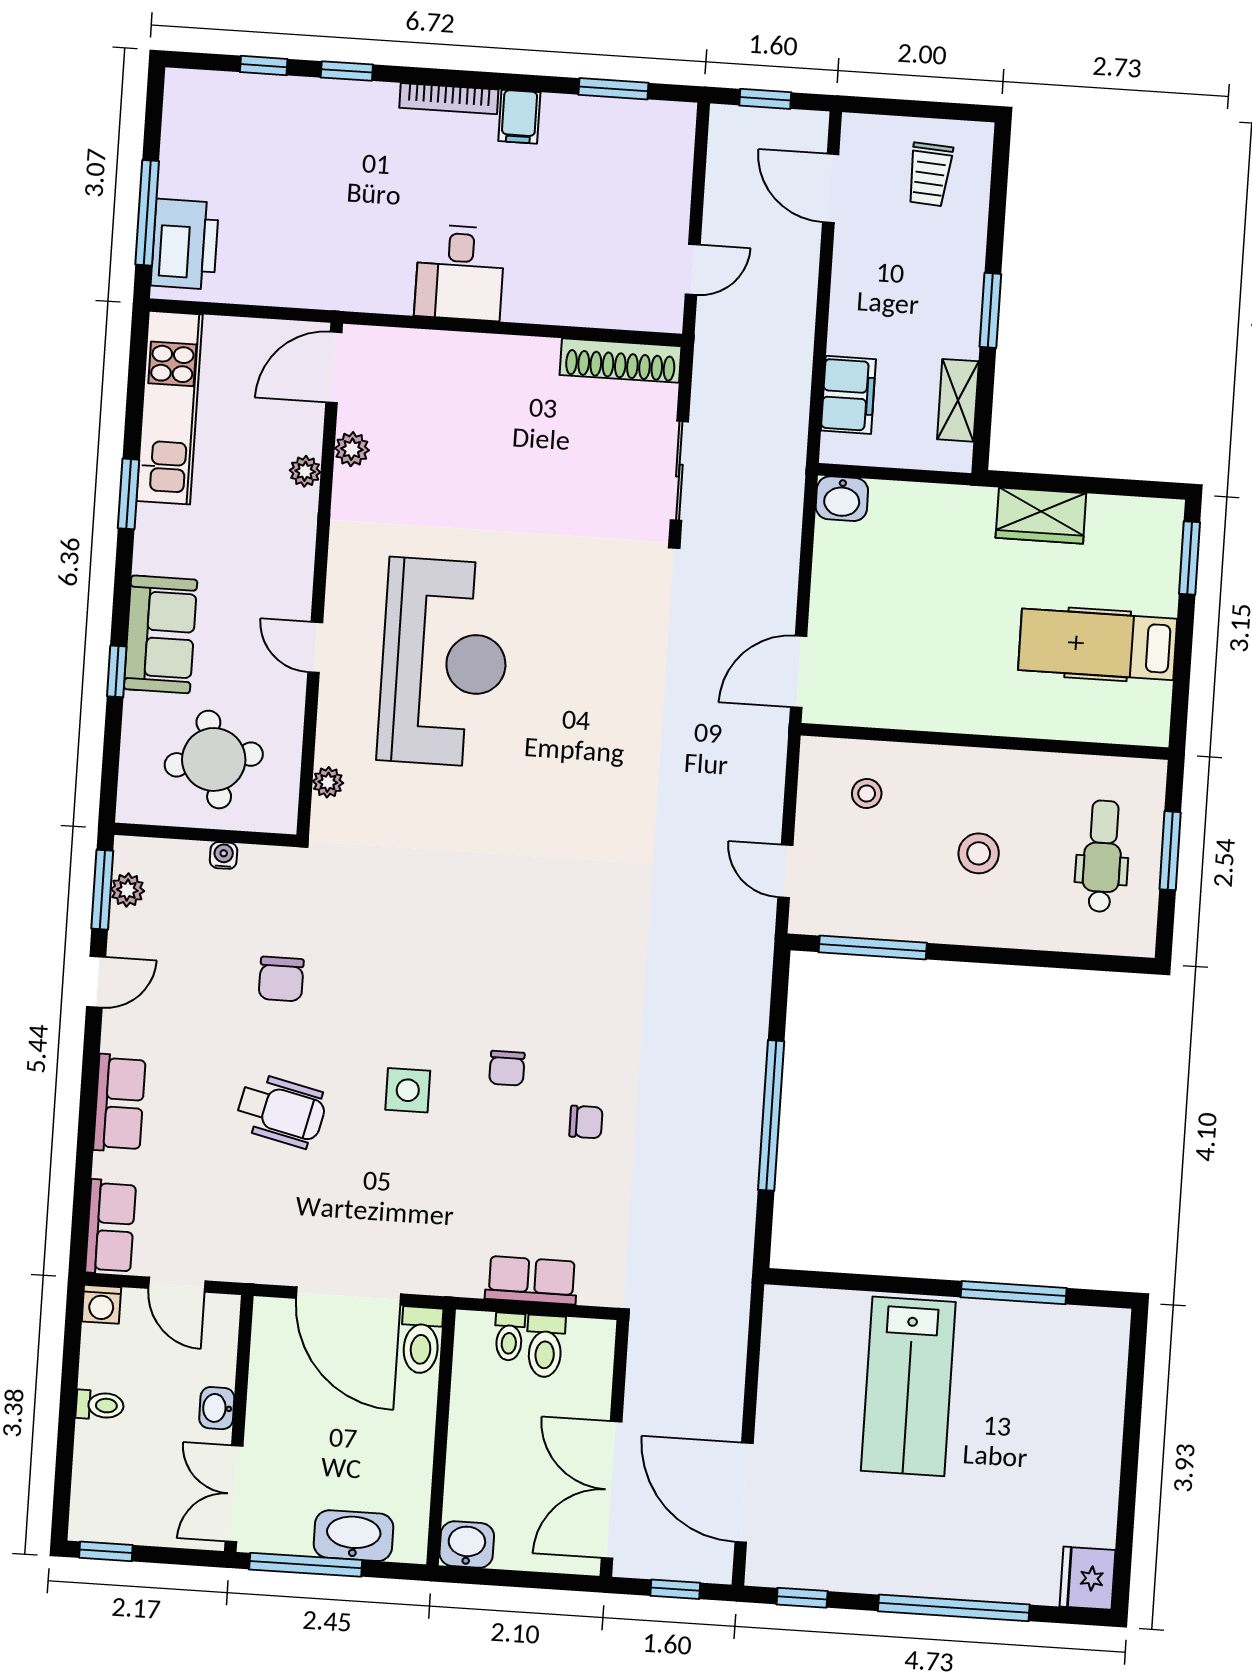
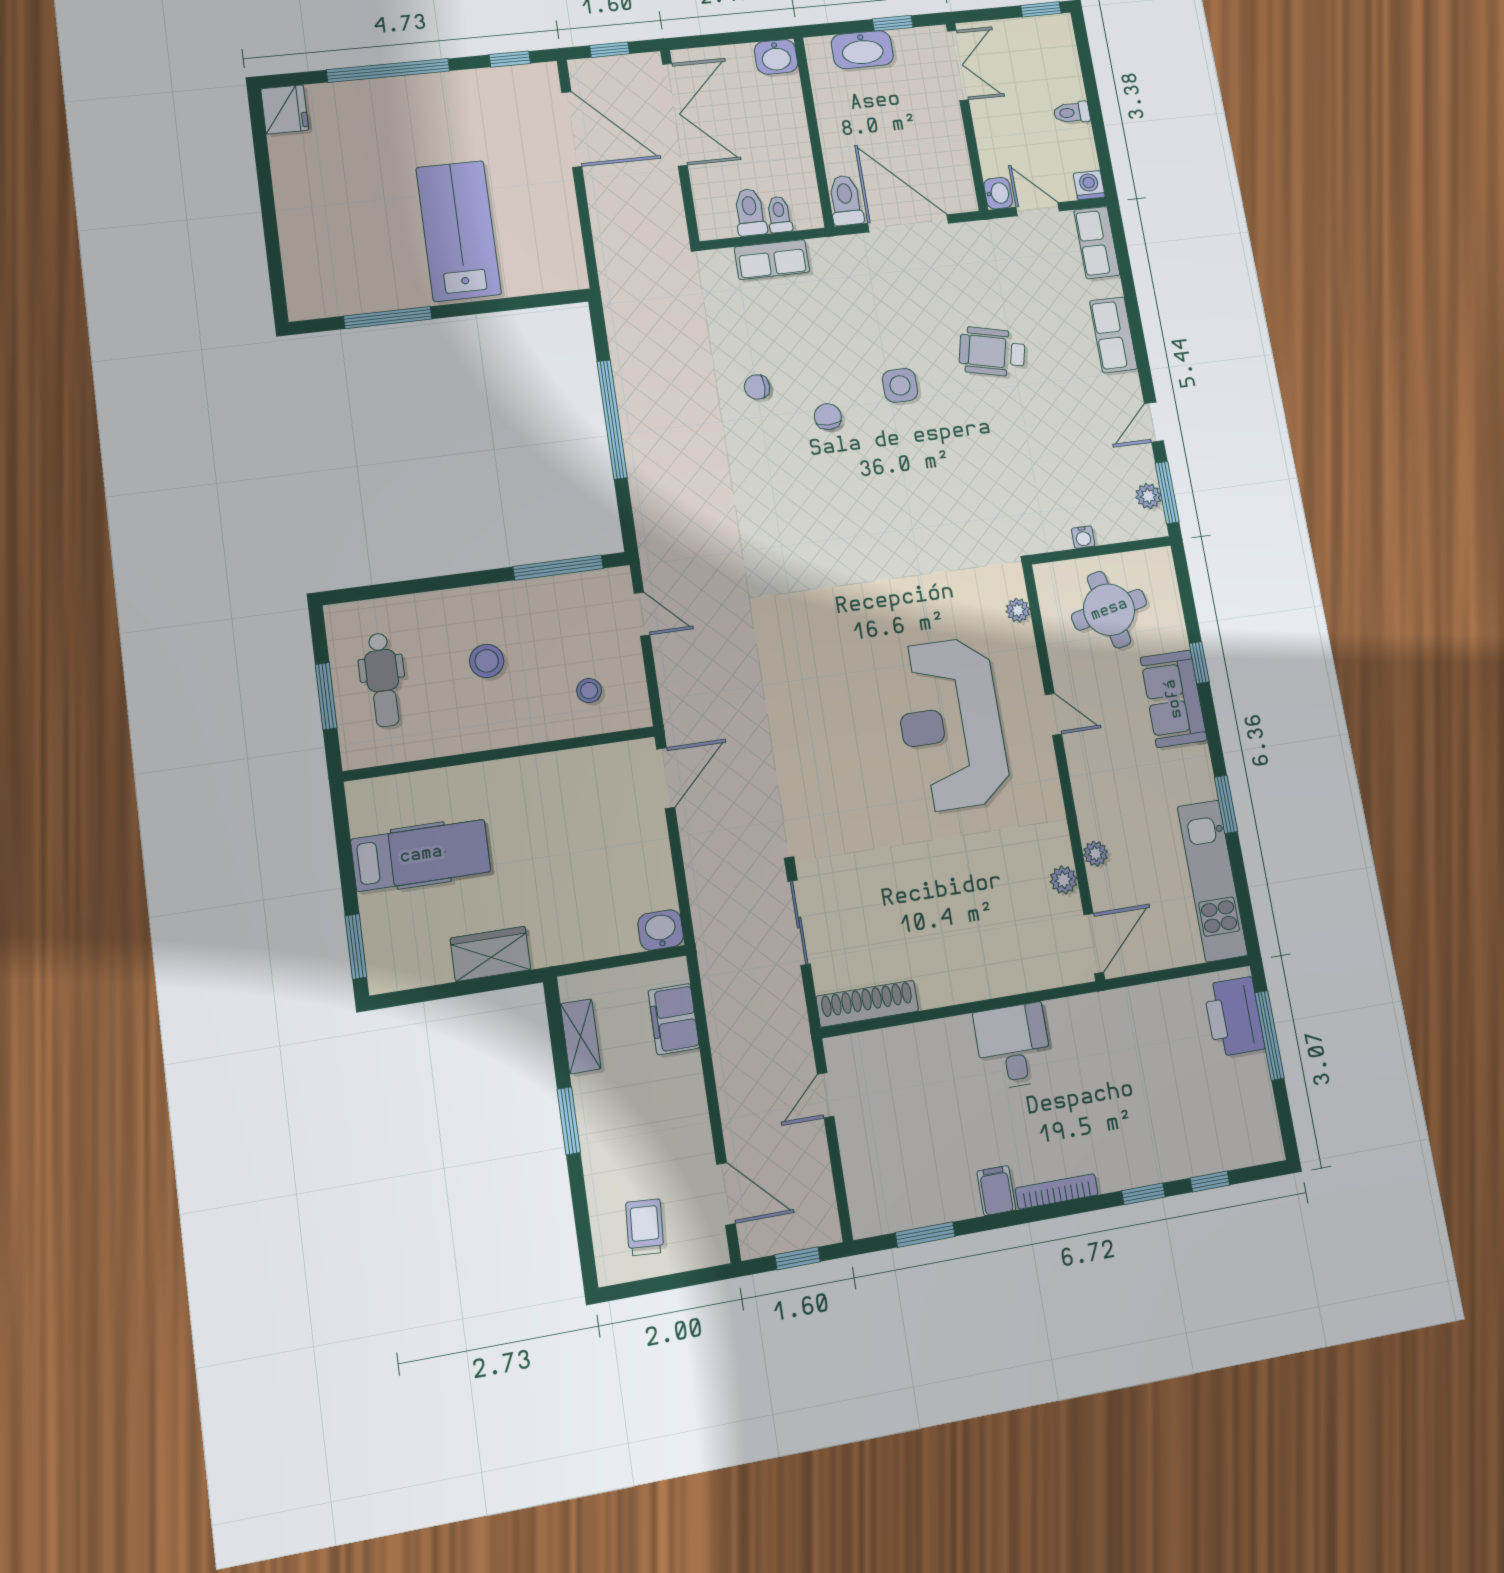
chair: (281, 979) -> (1016, 451), removed
washbasin: (217, 1408) -> (998, 193), moved
window: (306, 1565) -> (893, 23), width x0.46

